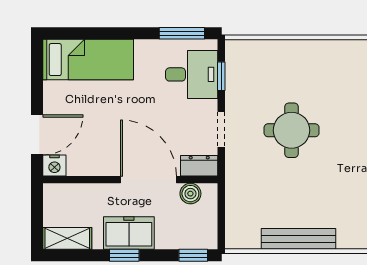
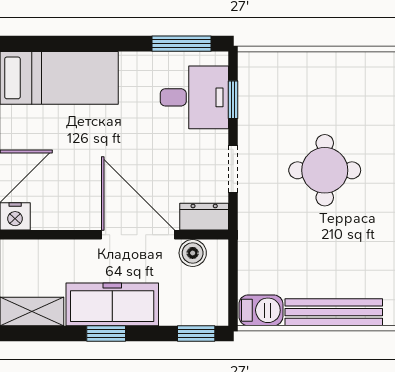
freezer: (129, 233) -> (112, 304), width x1.40
barbecue: (243, 237) -> (261, 310), added

